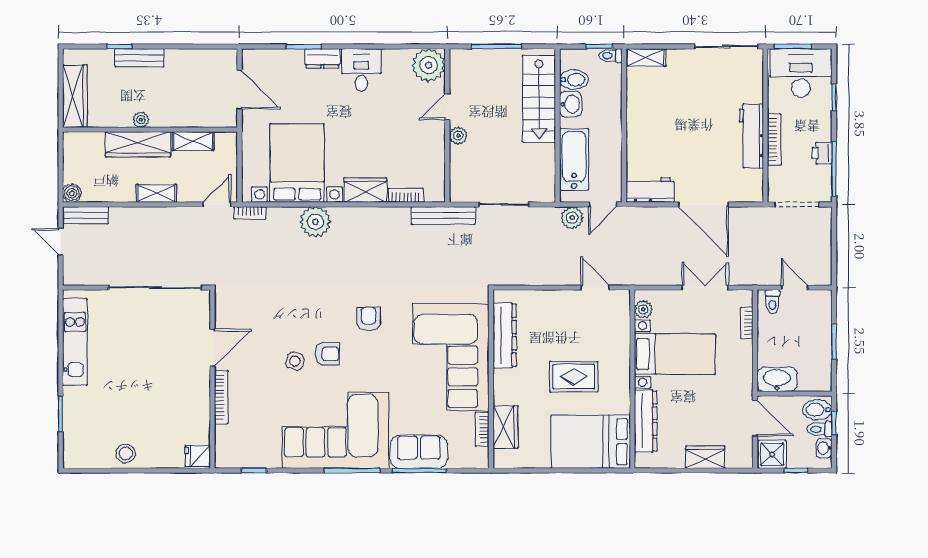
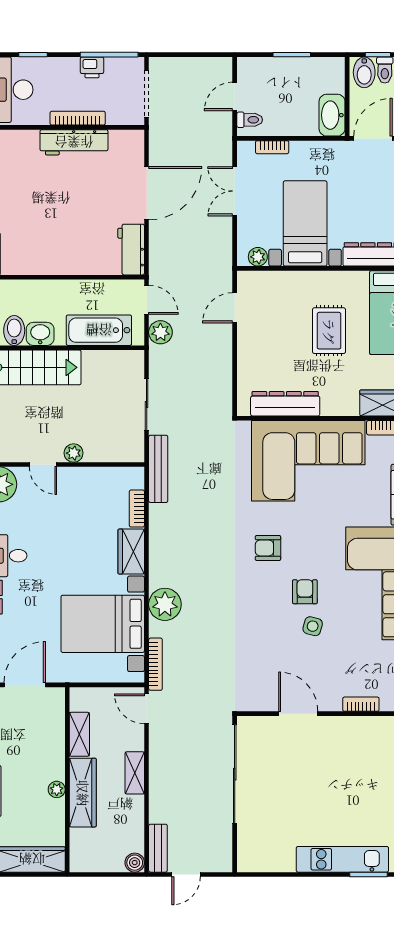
bookcase: (250, 213) -> (155, 664), width x1.56
kitchen unit: (75, 342) -> (342, 859), moved
bookcase: (221, 397) -> (361, 704), width x0.64

